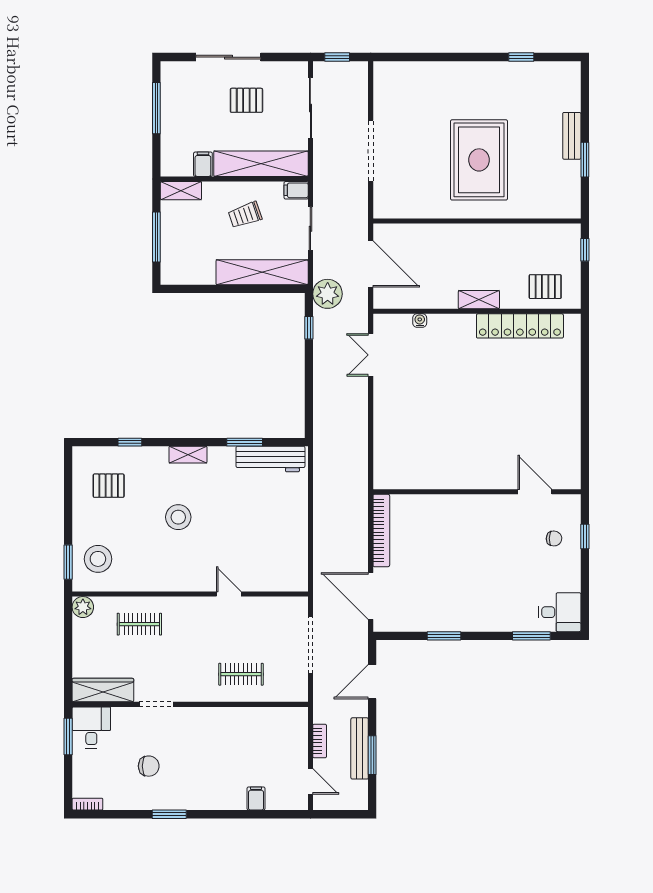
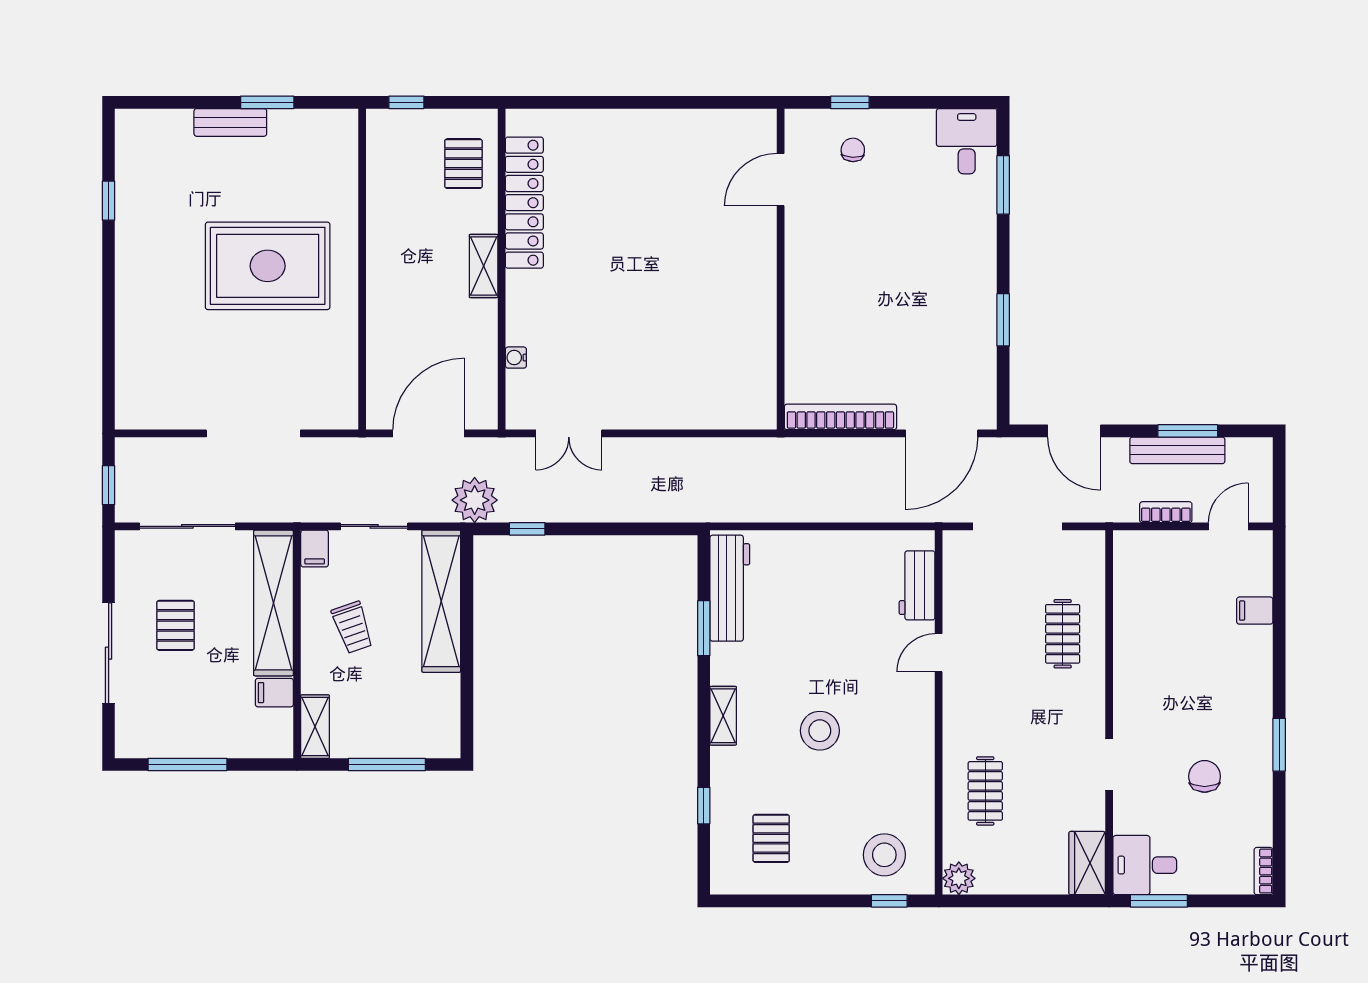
window: (68, 562) -> (889, 901), width x0.67
workbench: (272, 580) -> (917, 585), added
wardrobe: (103, 690) -> (1087, 863), width x0.67

